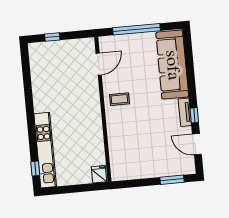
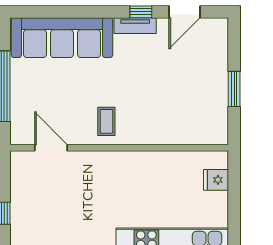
fridge: (99, 174) -> (216, 180), moved
window: (172, 180) -> (234, 89), moved

